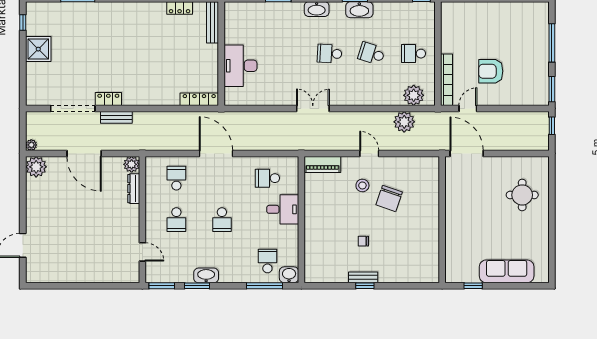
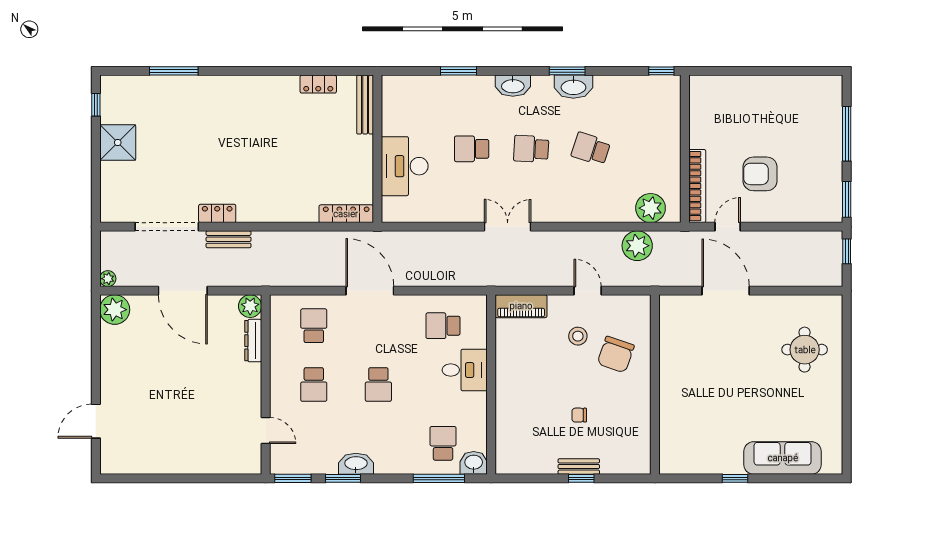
school desk: (414, 54) -> (472, 149), moved
wall: (442, 220) -> (655, 385), moved

